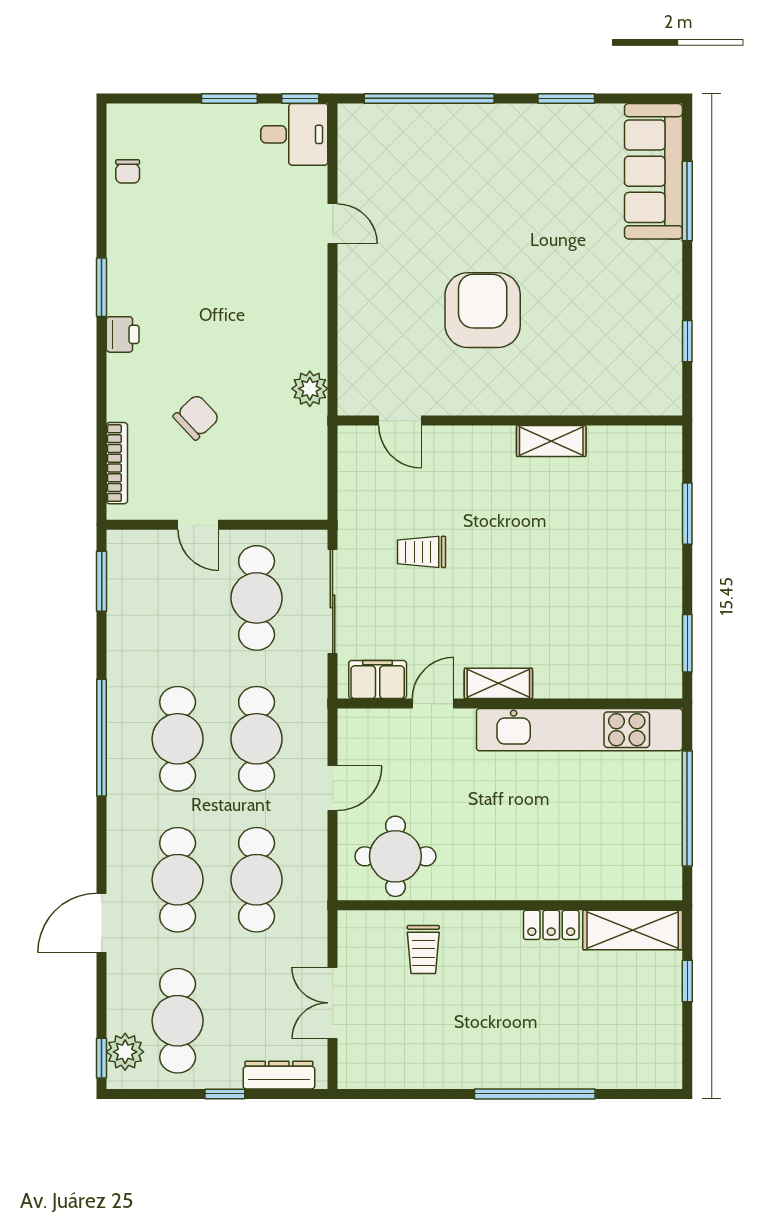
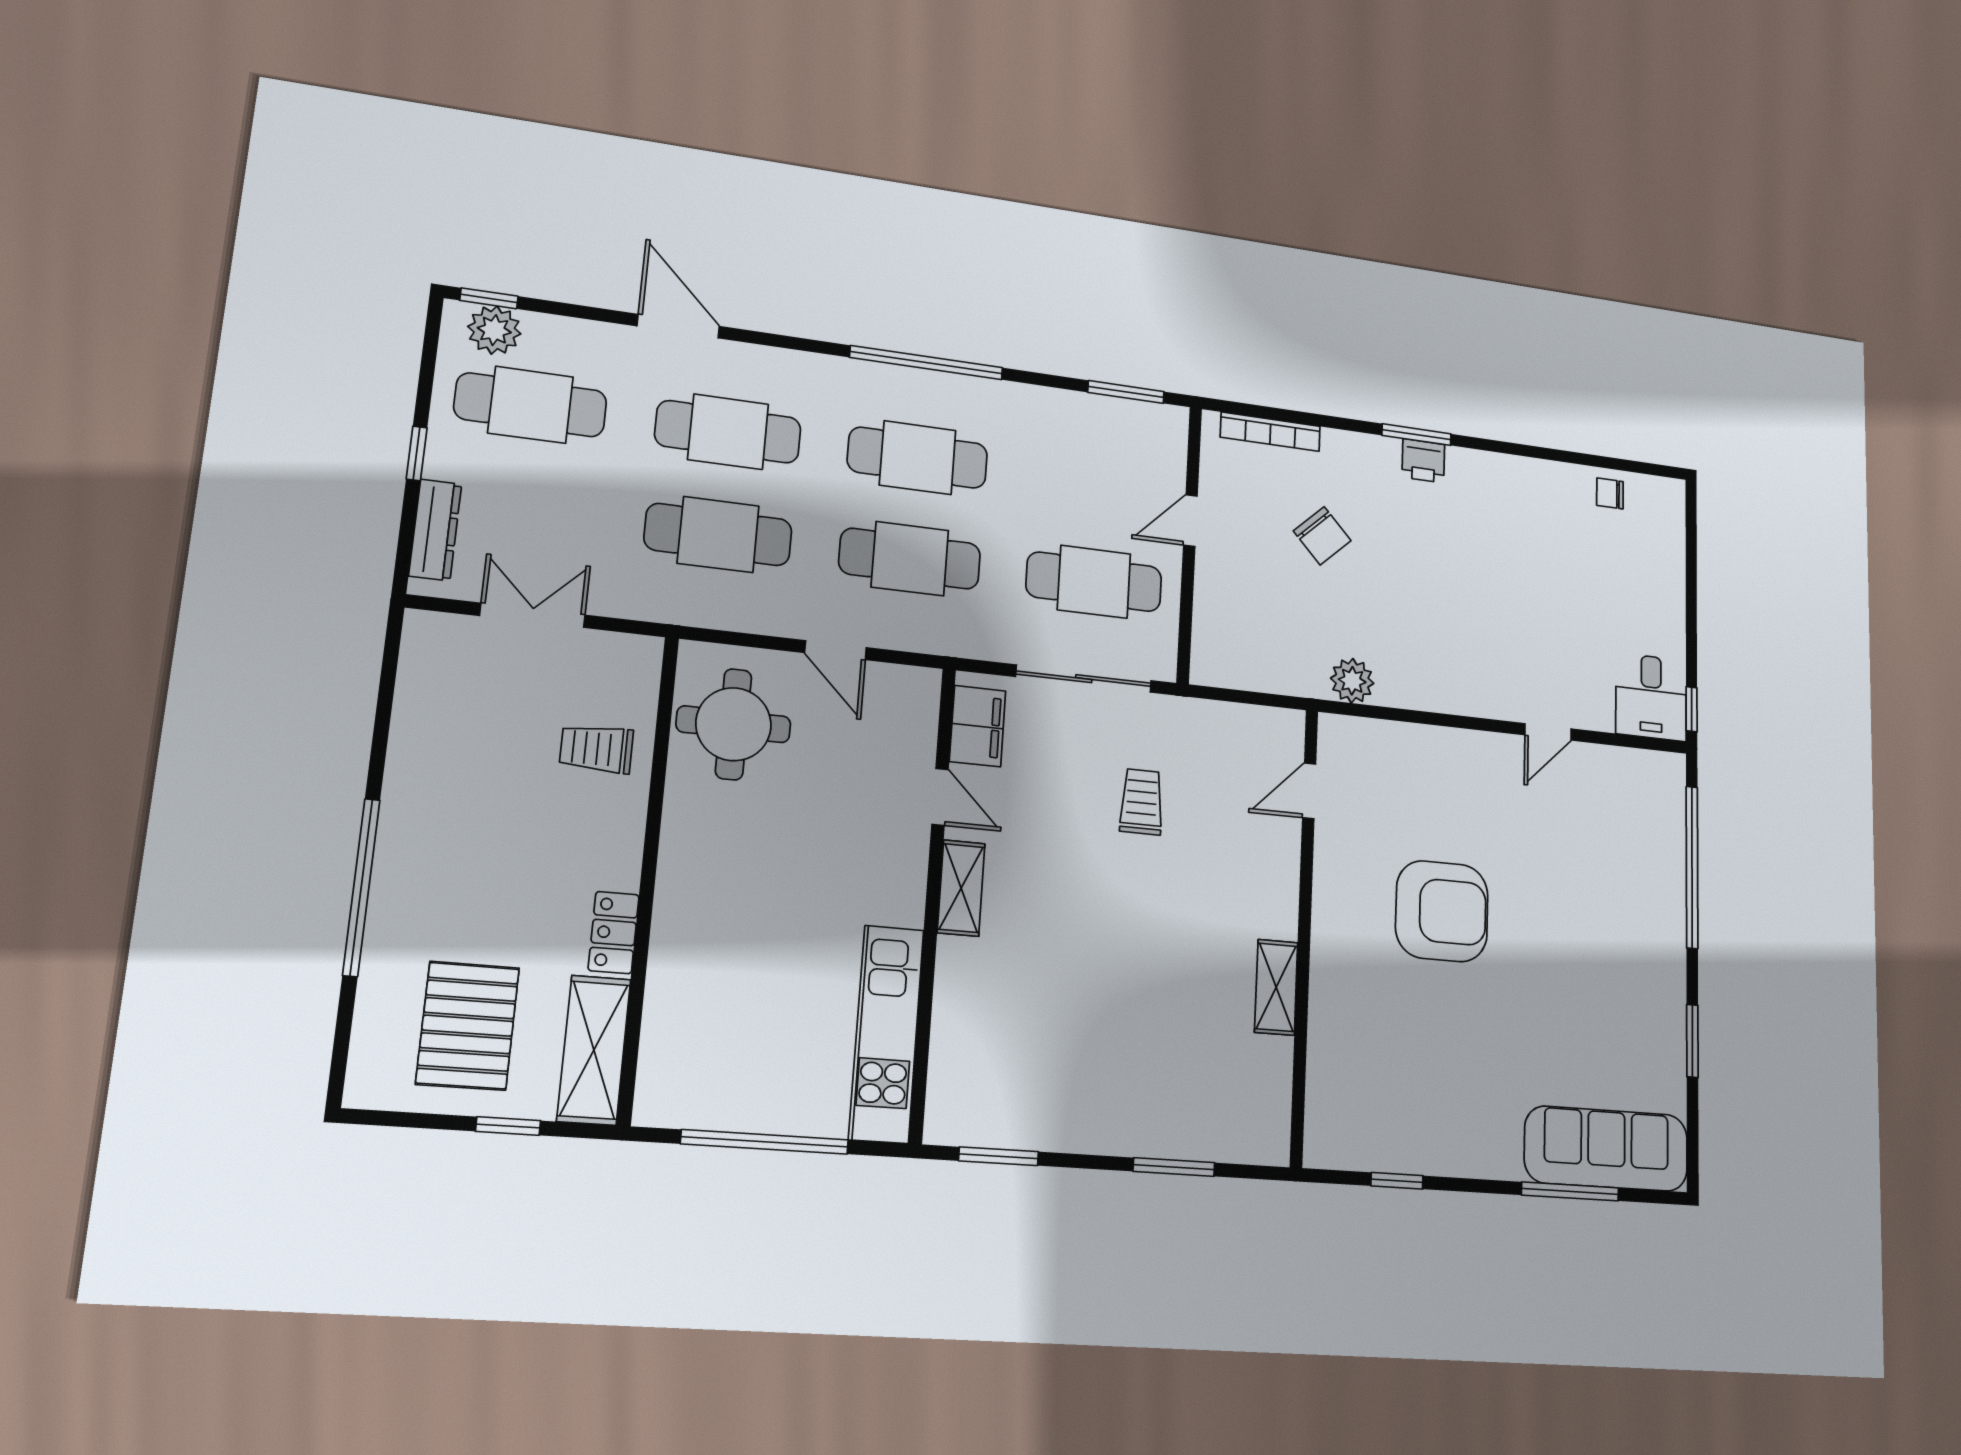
window: (229, 98) -> (1691, 624), removed
window: (102, 287) -> (1417, 435), moved
kitchen unit: (579, 730) -> (886, 1034), width x0.73
pallet: (622, 1015) -> (468, 1026), added

